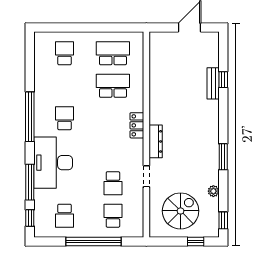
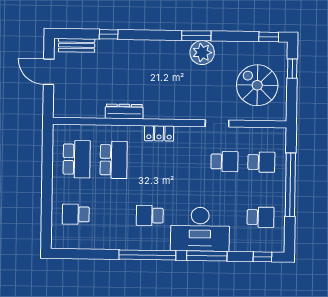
school desk: (113, 53) -> (77, 159), turned 180
bench: (213, 83) -> (77, 45), moved
school desk: (113, 86) -> (114, 160), turned 180
dresser: (156, 141) -> (124, 111), moved
window: (30, 182) -> (207, 256), moved
plant: (213, 191) -> (202, 53), moved, width x1.87, depth x1.87
school desk: (113, 216) -> (261, 162), turned 180

